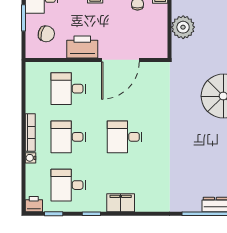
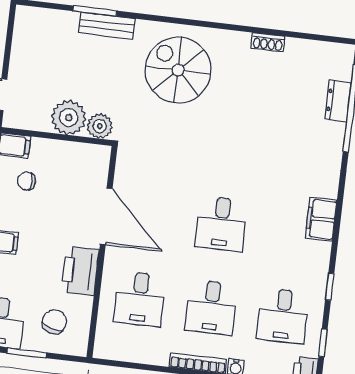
plant: (180, 48) -> (100, 126), added
filing cabinet: (121, 203) -> (321, 219), moved

